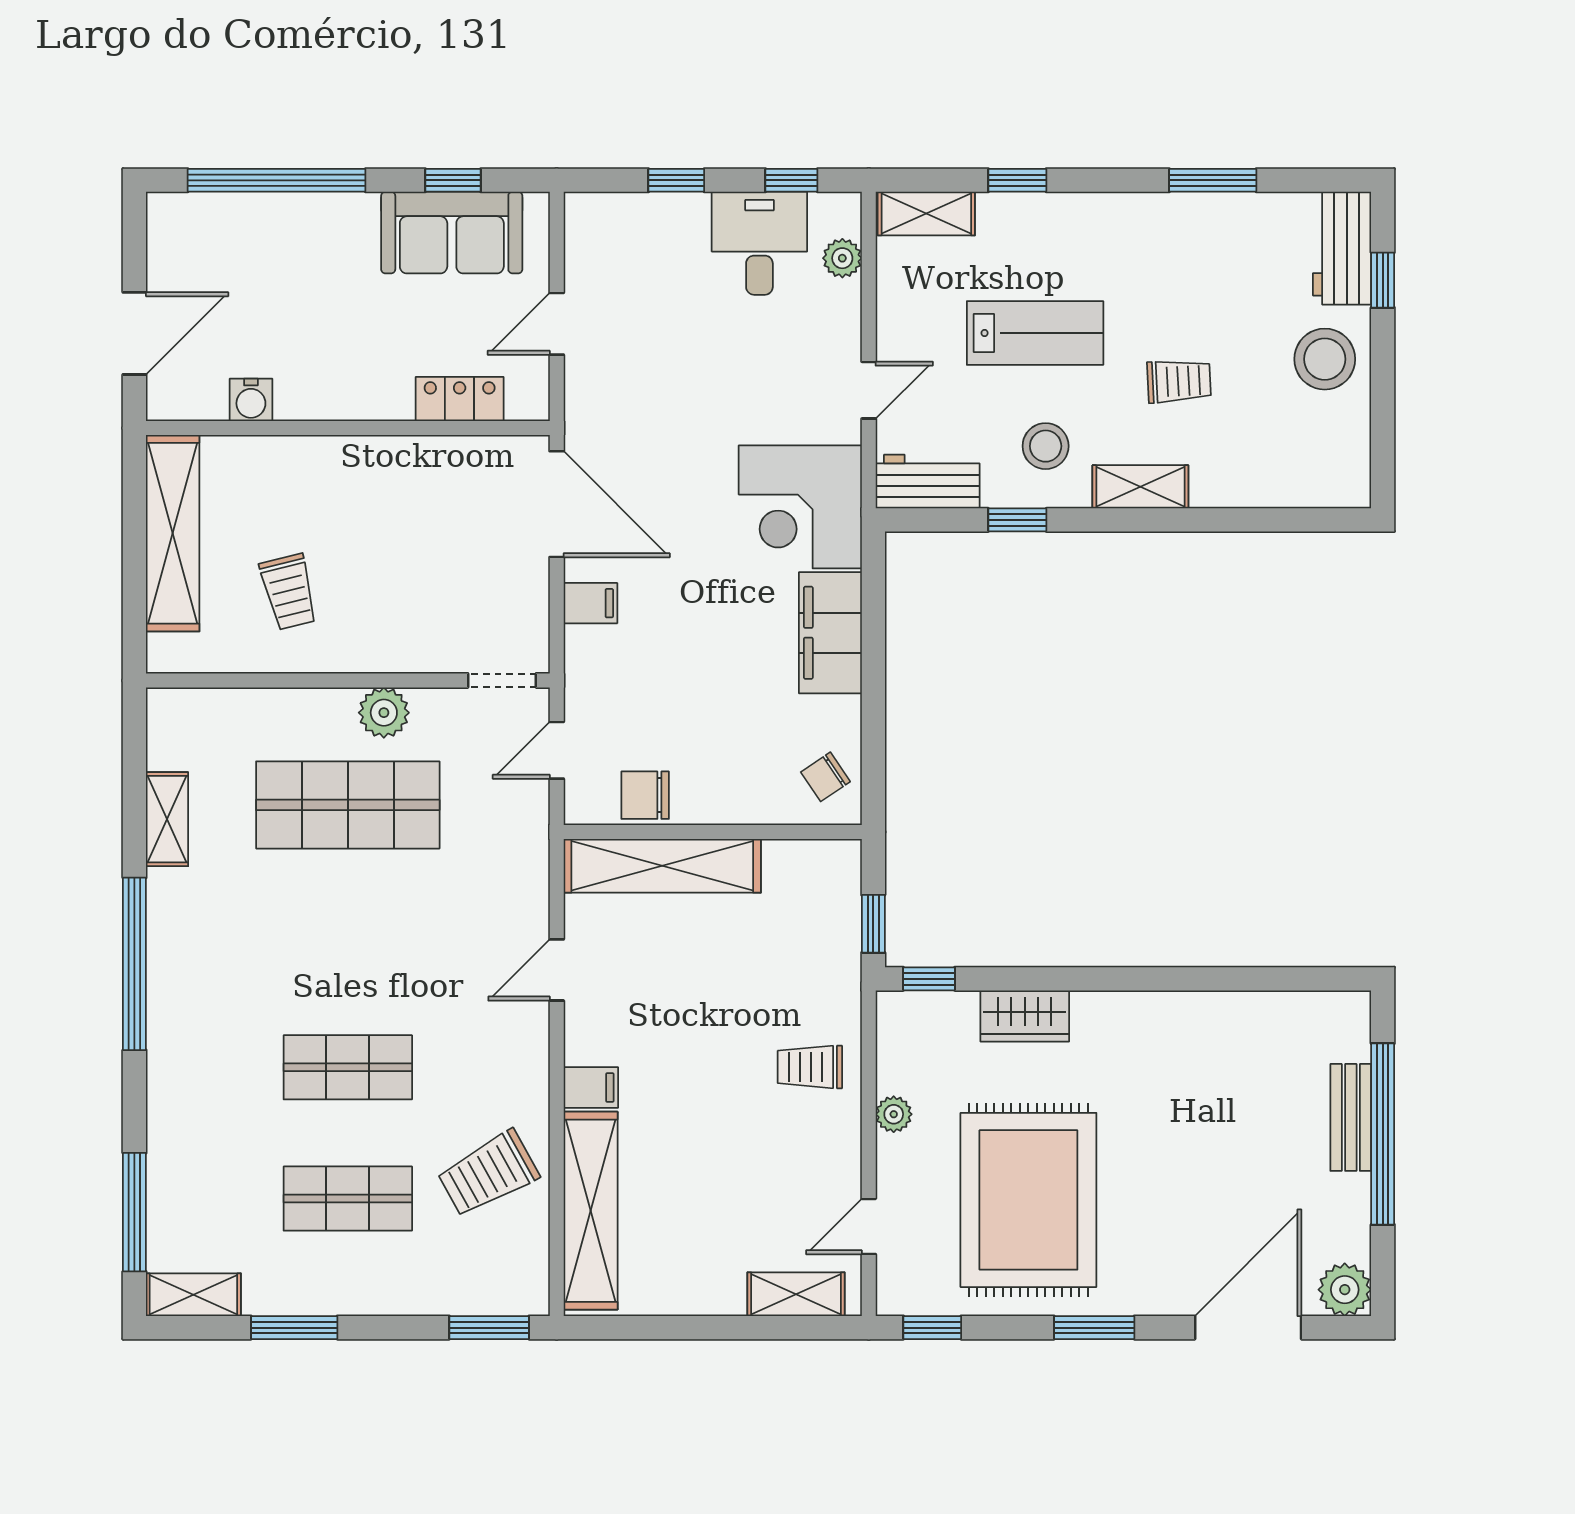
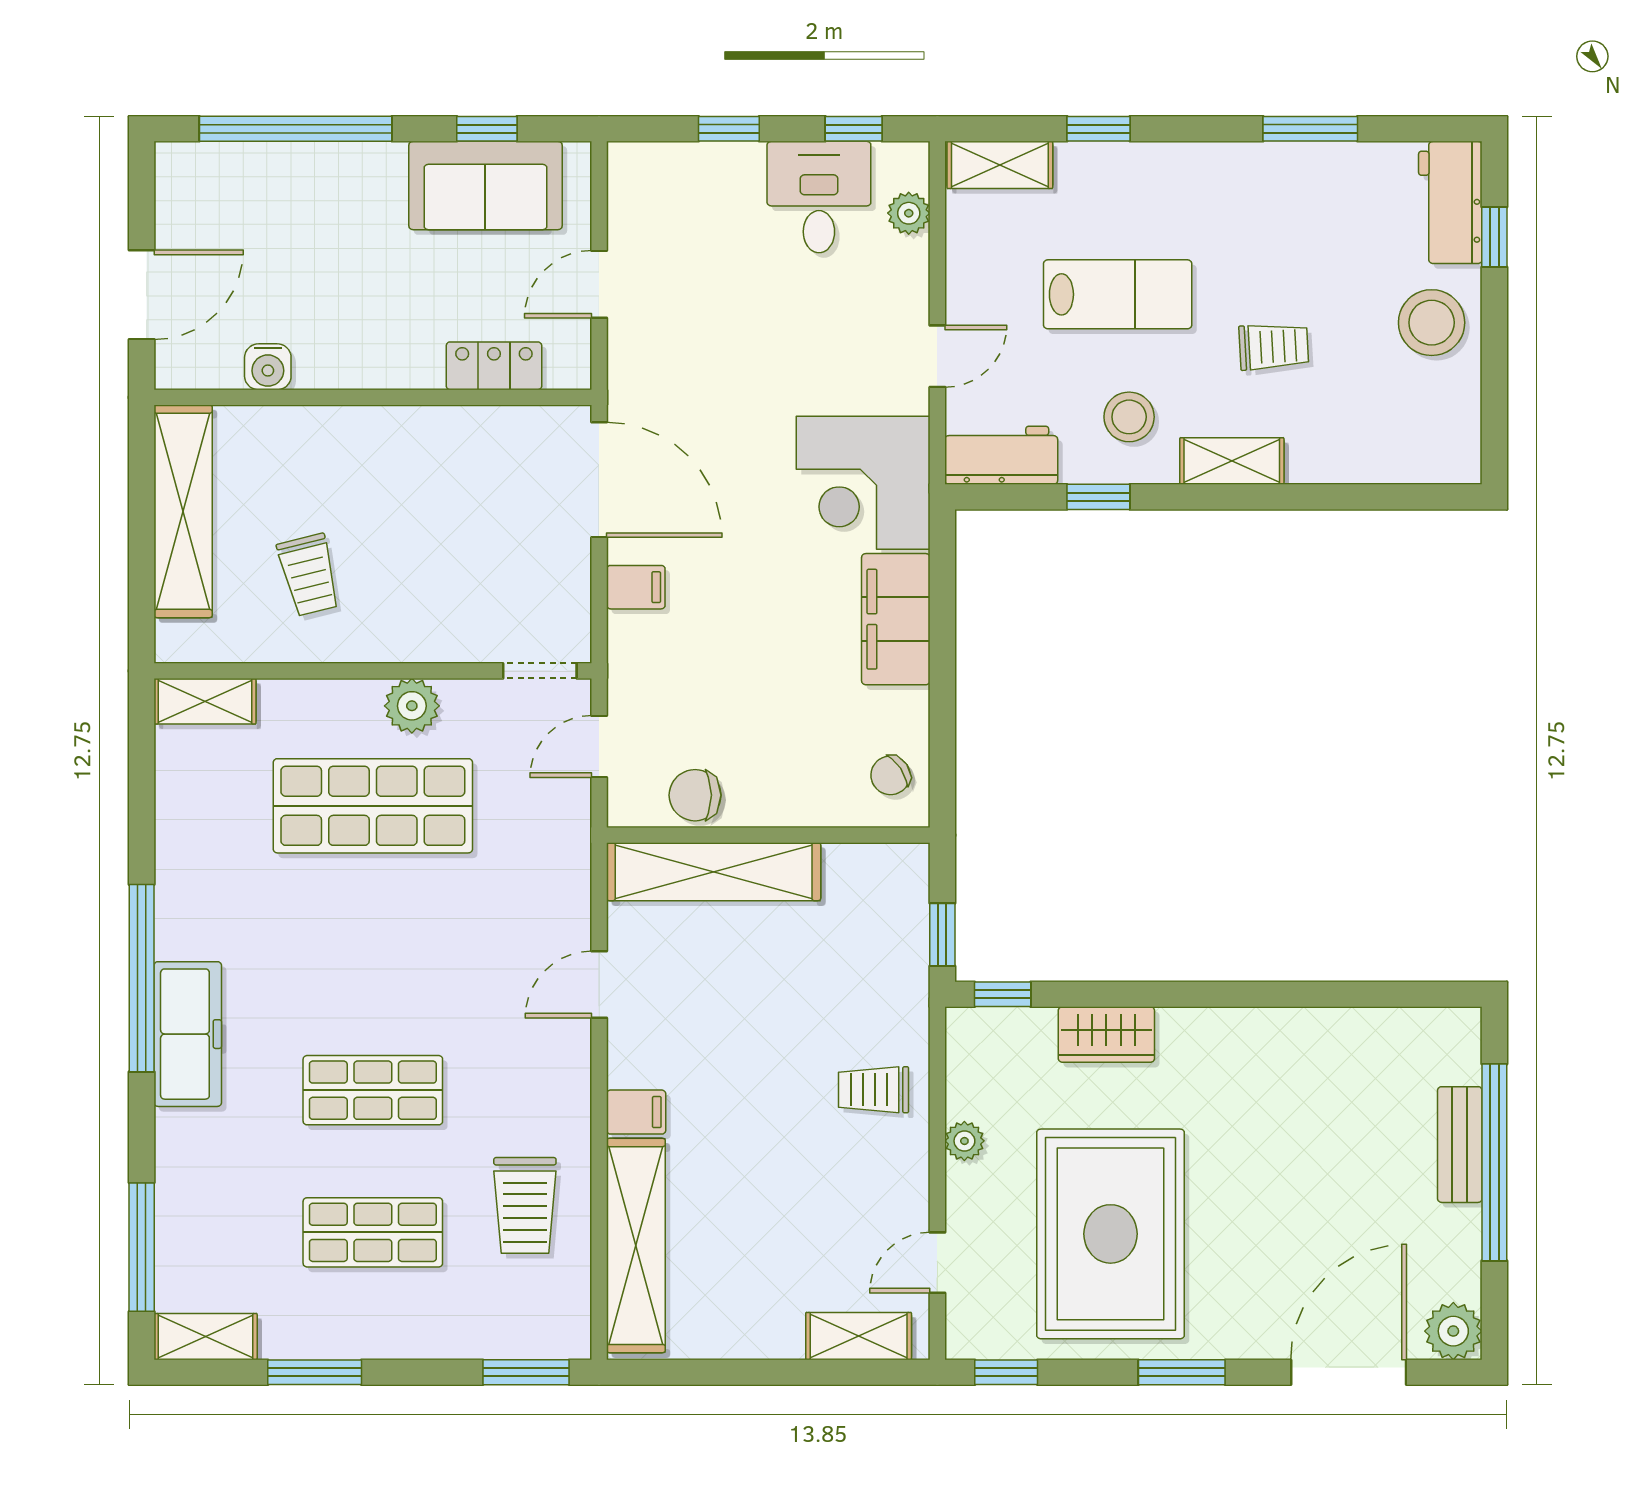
shelving: (167, 819) -> (205, 701), moved, turned 90
freezer: (177, 1016) -> (188, 1034), added
trolley: (488, 1174) -> (525, 1205), turned -61

